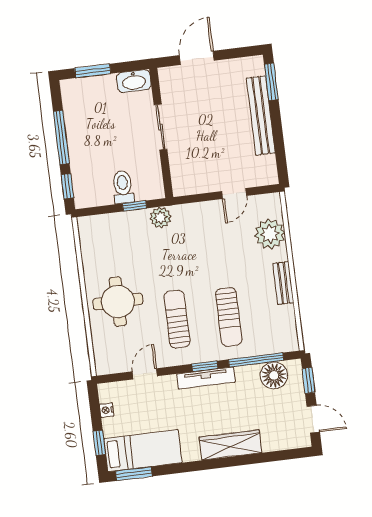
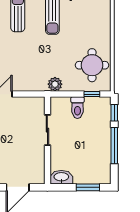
sliding door: (160, 127) -> (47, 130), moved
window: (134, 206) -> (92, 94), moved
round table: (118, 302) -> (92, 65), moved

